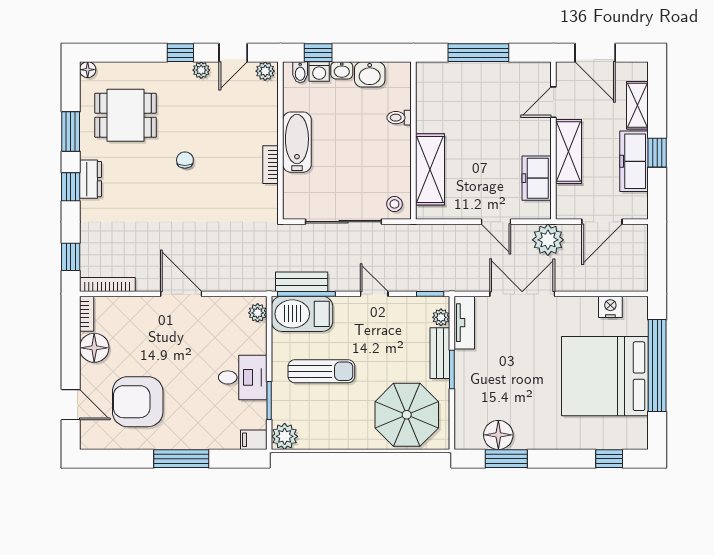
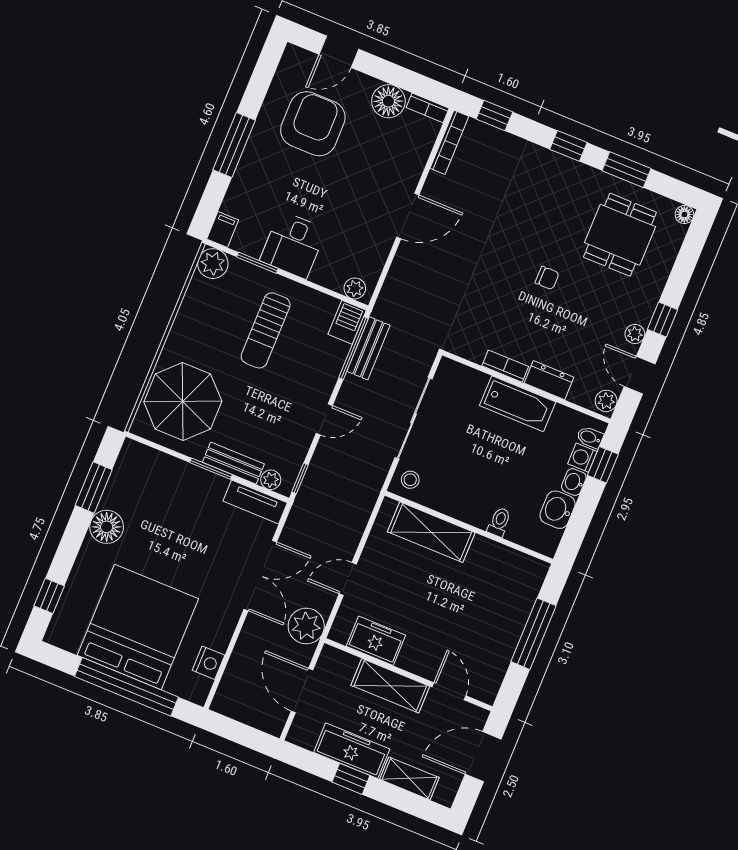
dresser: (90, 179) -> (549, 380), moved, turned 180
barbecue: (302, 314) -> (347, 322), width x0.53, depth x0.65
floor lamp: (498, 435) -> (107, 527), moved

